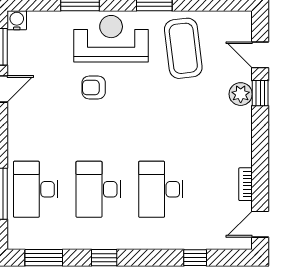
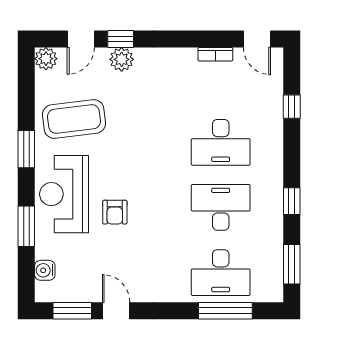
water cooler: (17, 20) -> (45, 270), moved
plant: (241, 21) -> (46, 59), added
desk: (98, 189) -> (221, 207), turned 180

